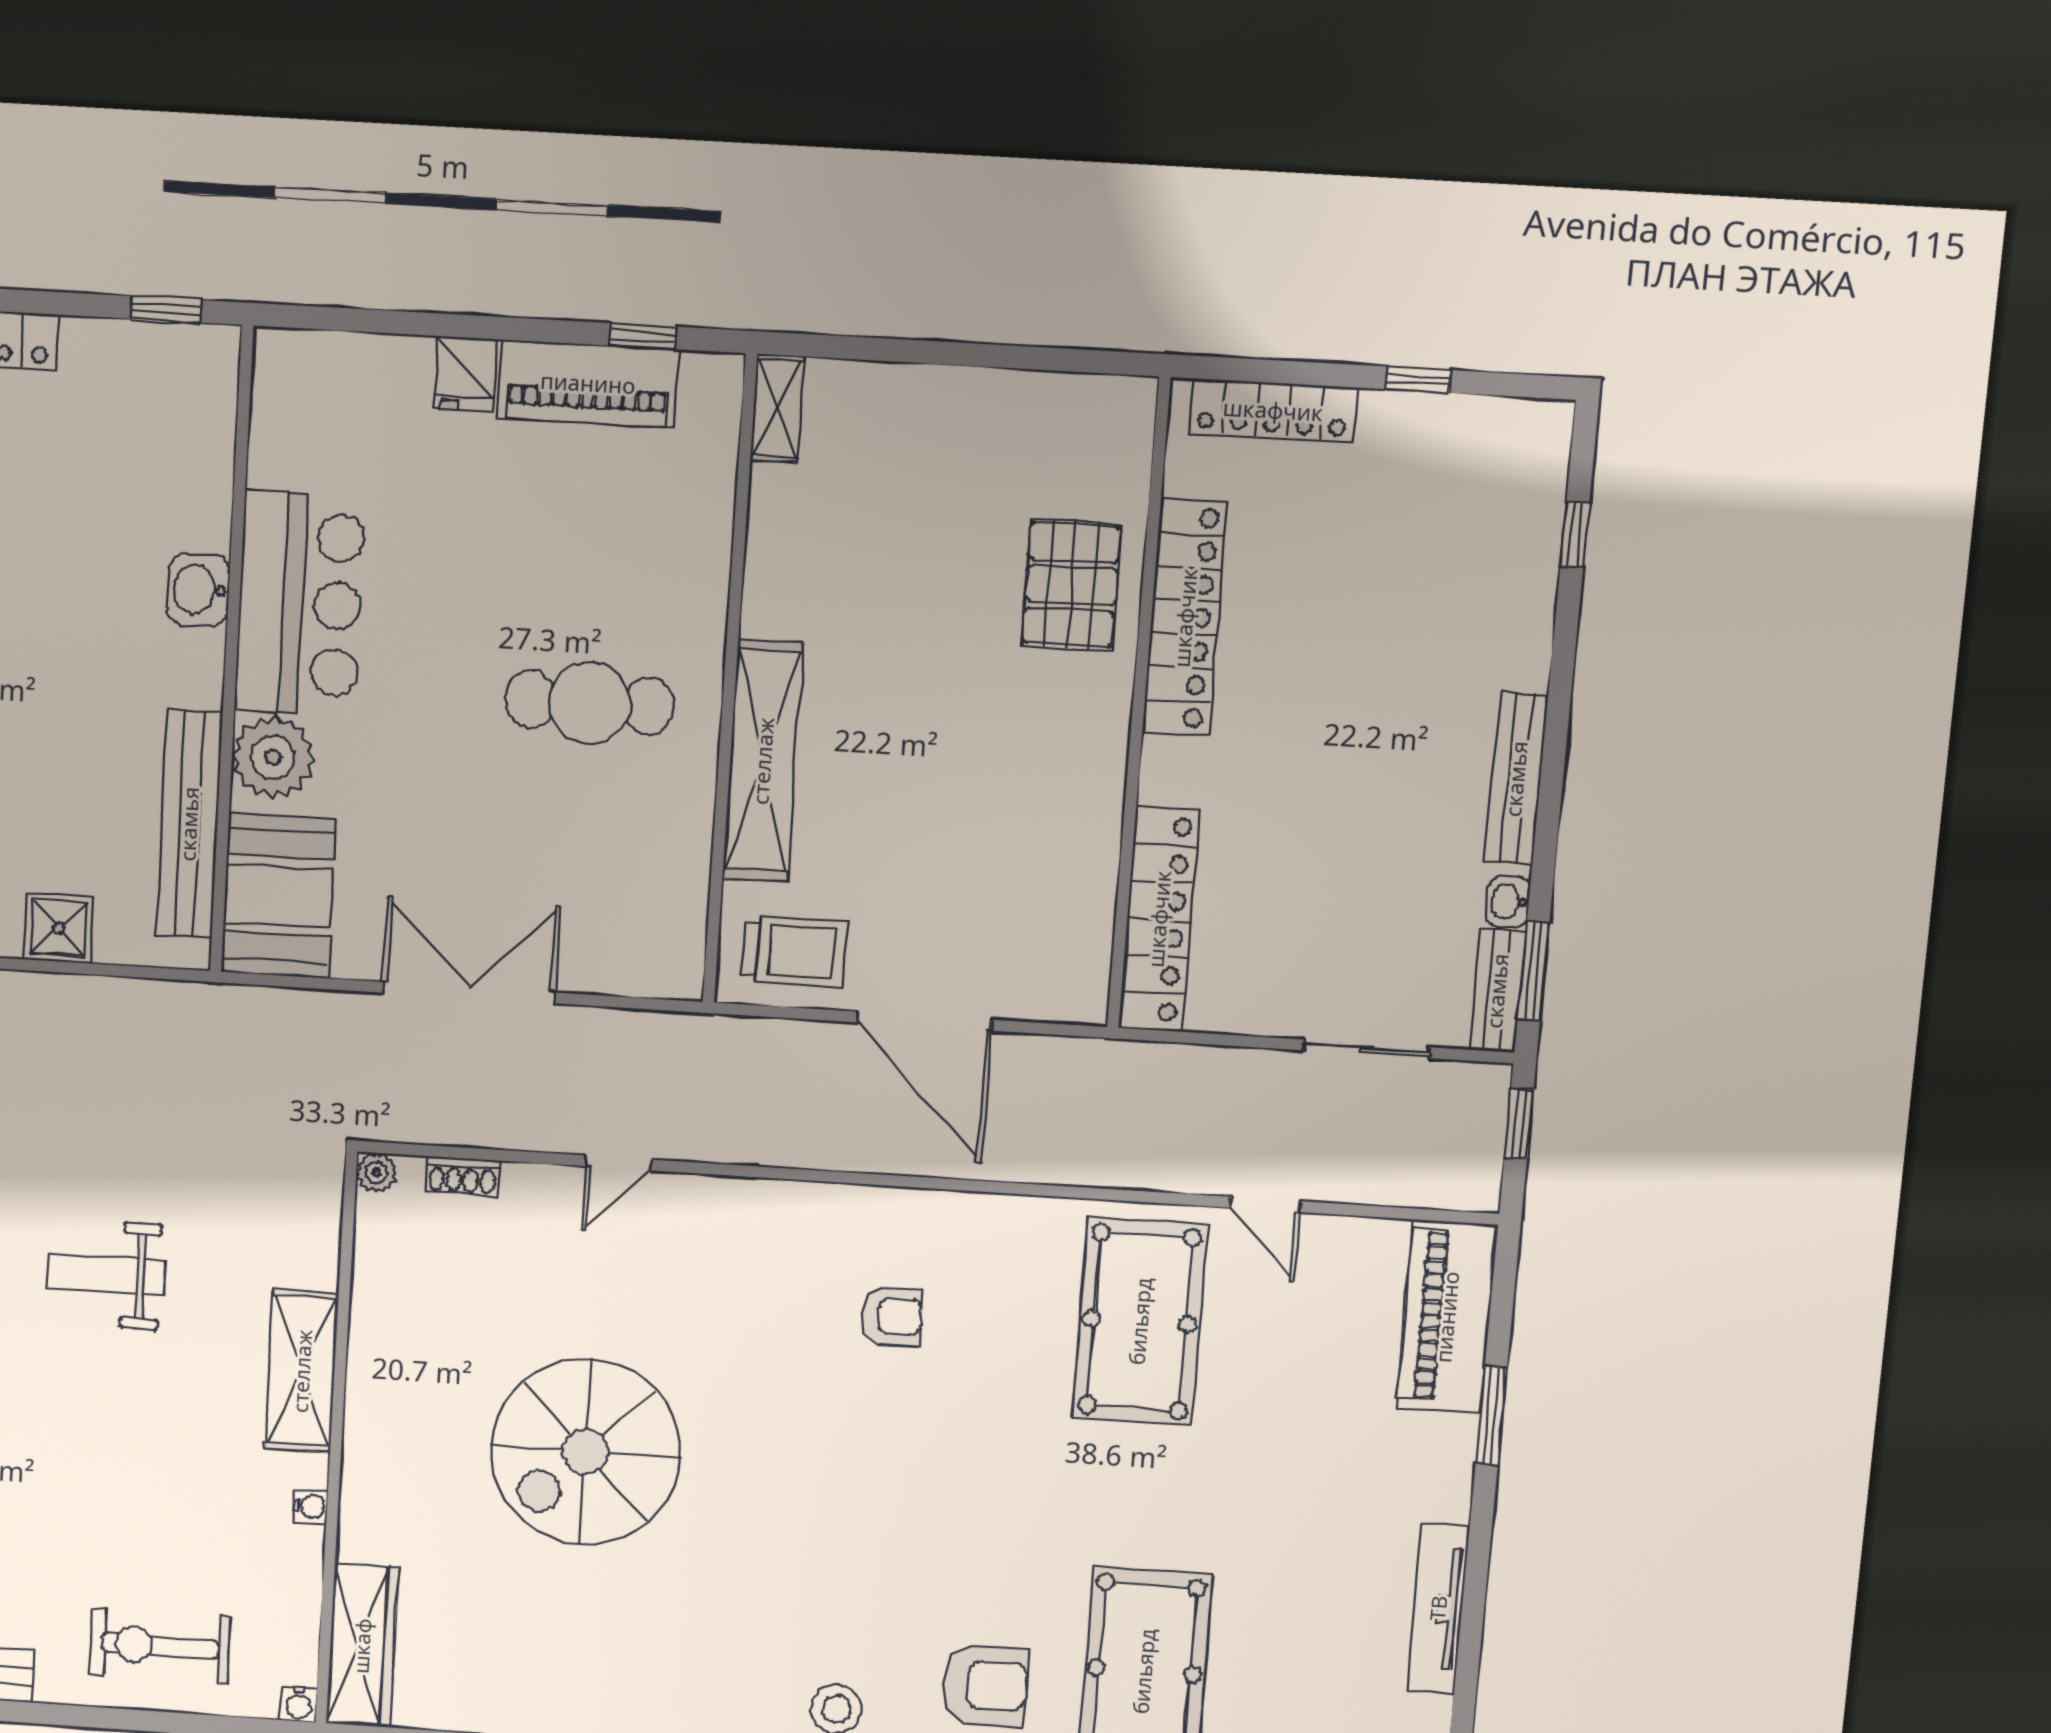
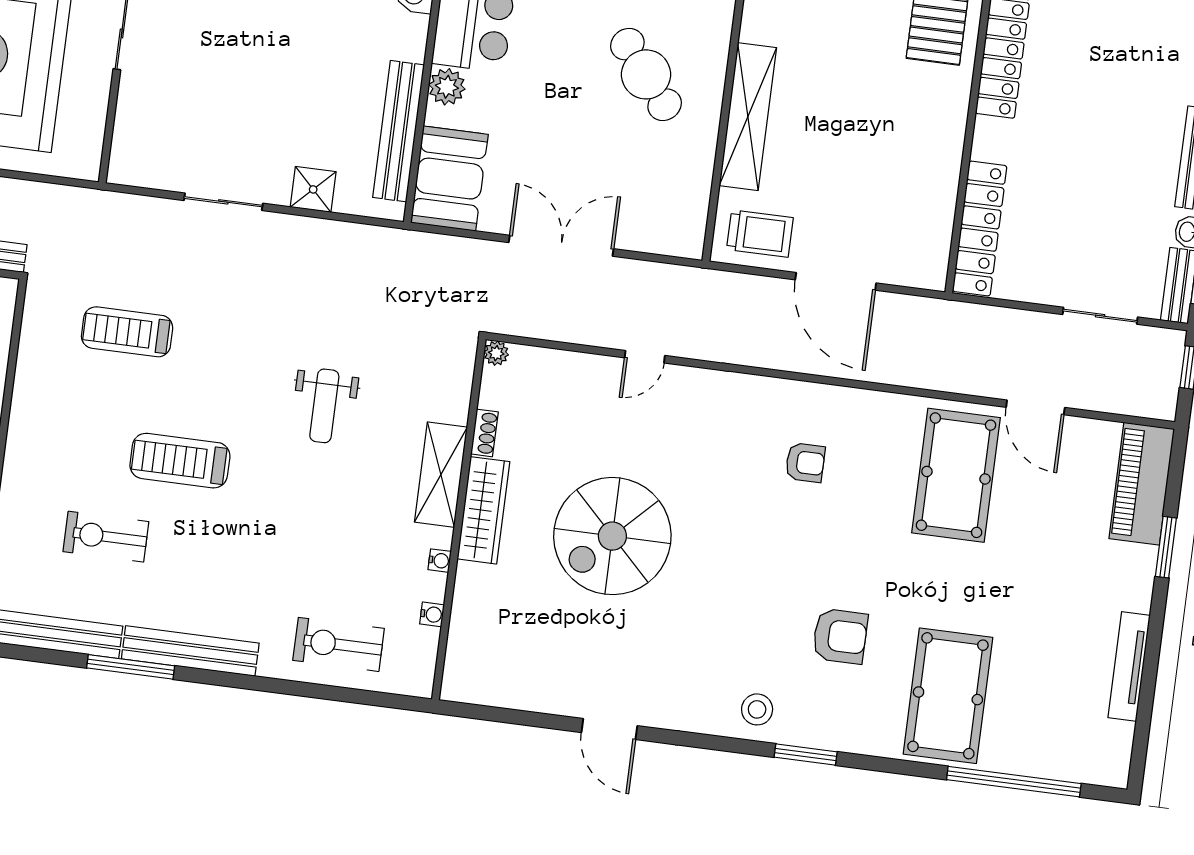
cafe table: (589, 703) -> (646, 74), turned 51
plant: (273, 757) -> (447, 87), width x0.73, depth x0.73
shoe rack: (462, 1176) -> (484, 433), moved, turned -90
door: (1266, 1204) -> (1035, 407), width x1.38
weight bench: (106, 1274) -> (324, 406), turned -90
wardrobe: (362, 1646) -> (483, 510), moved
armchair: (985, 1685) -> (840, 636), moved
water cooler: (299, 1704) -> (432, 614), moved, turned -90

